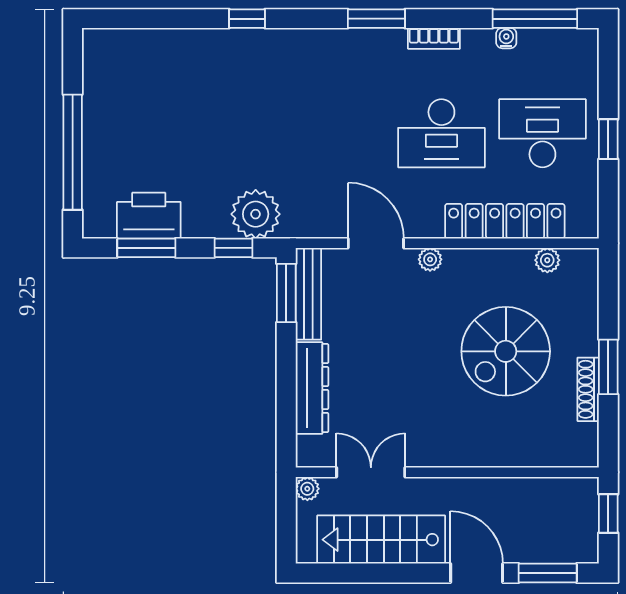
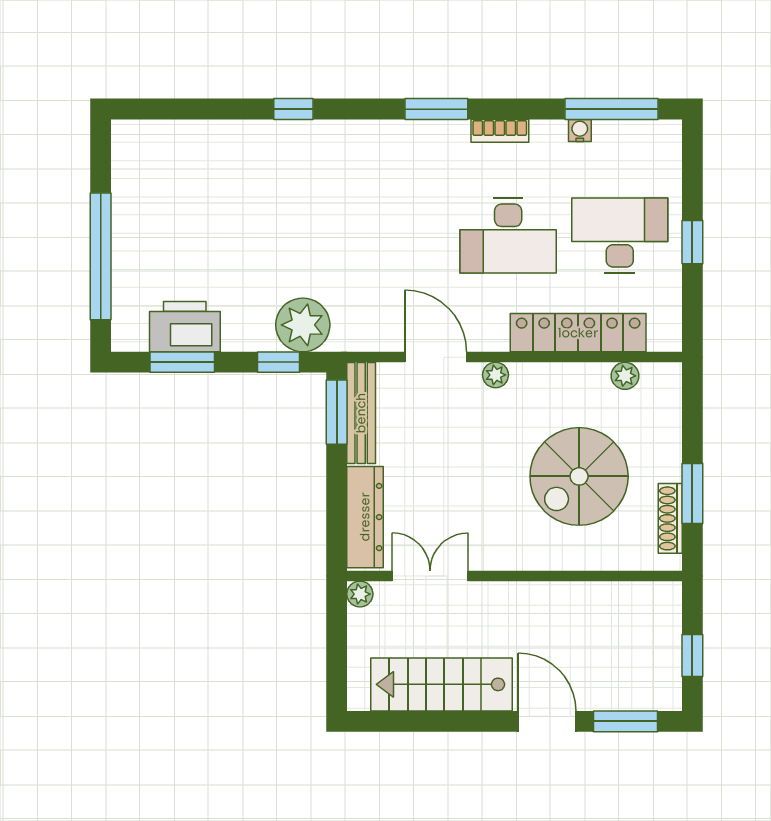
double door: (371, 472) -> (430, 576), moved
wall: (447, 472) -> (515, 576), moved
plant: (307, 489) -> (360, 594), moved

